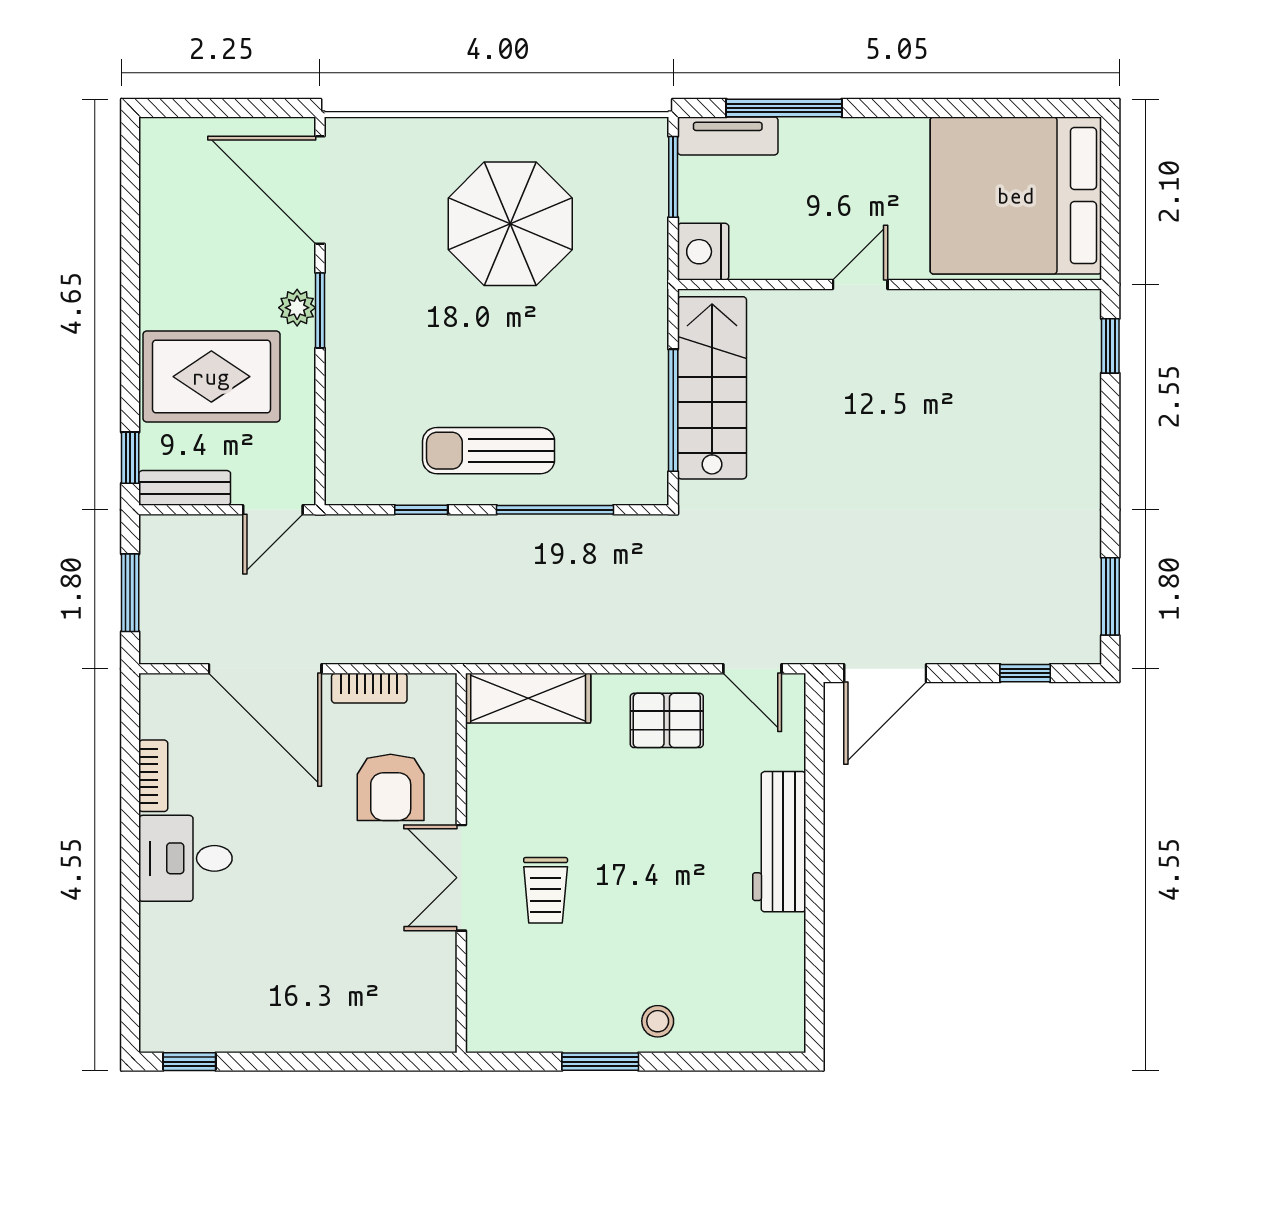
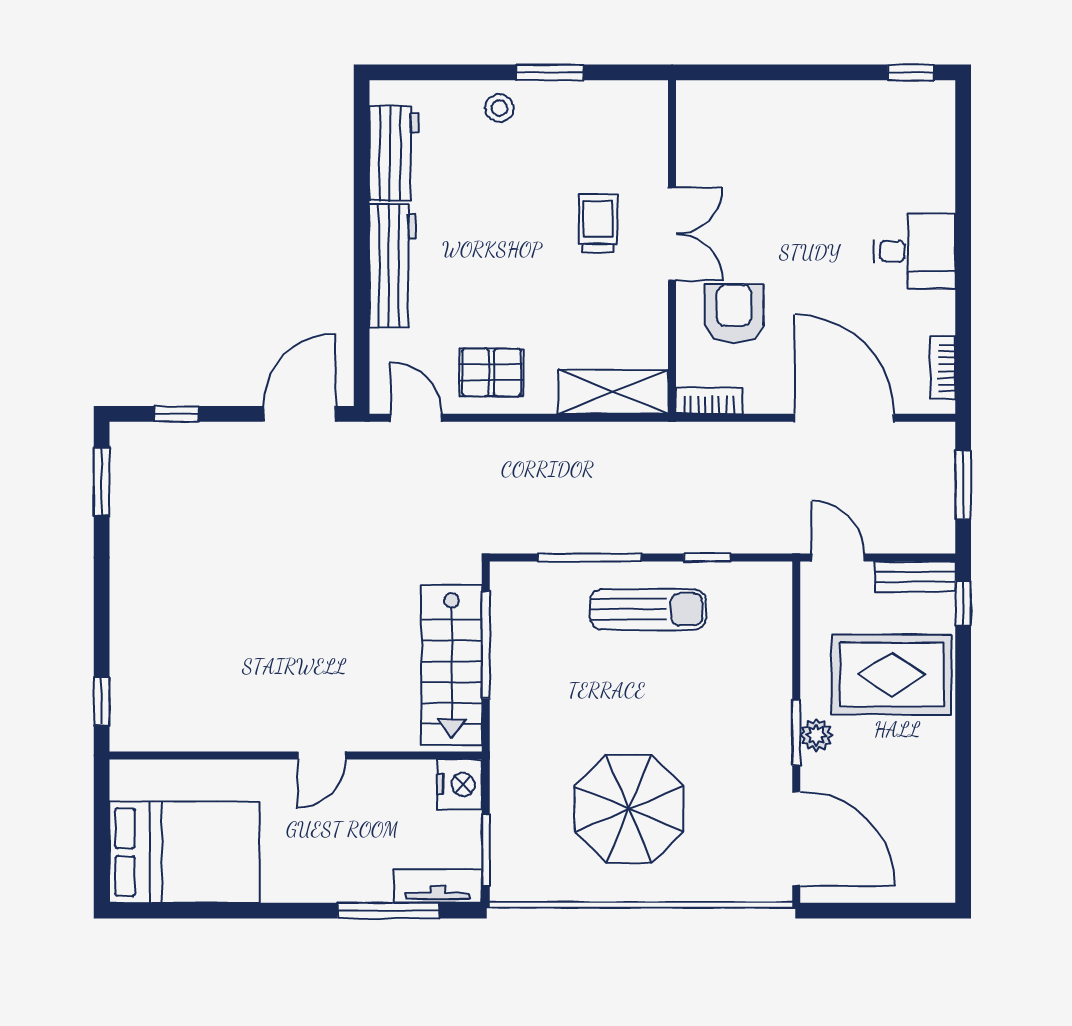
bed: (1016, 196) -> (185, 852), width x0.73
door: (273, 510) -> (838, 557), hinge flipped
bookcase: (369, 688) -> (709, 401), moved
bookcase: (153, 776) -> (943, 368), moved
workbench: (778, 970) -> (394, 153), added

